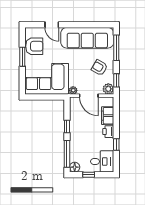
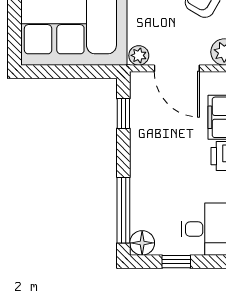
window: (67, 127) -> (123, 114), moved

